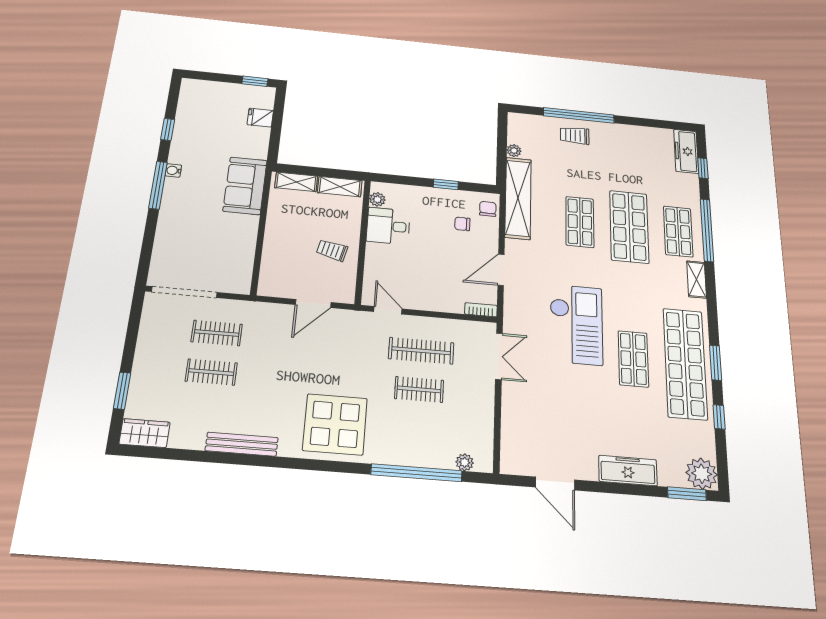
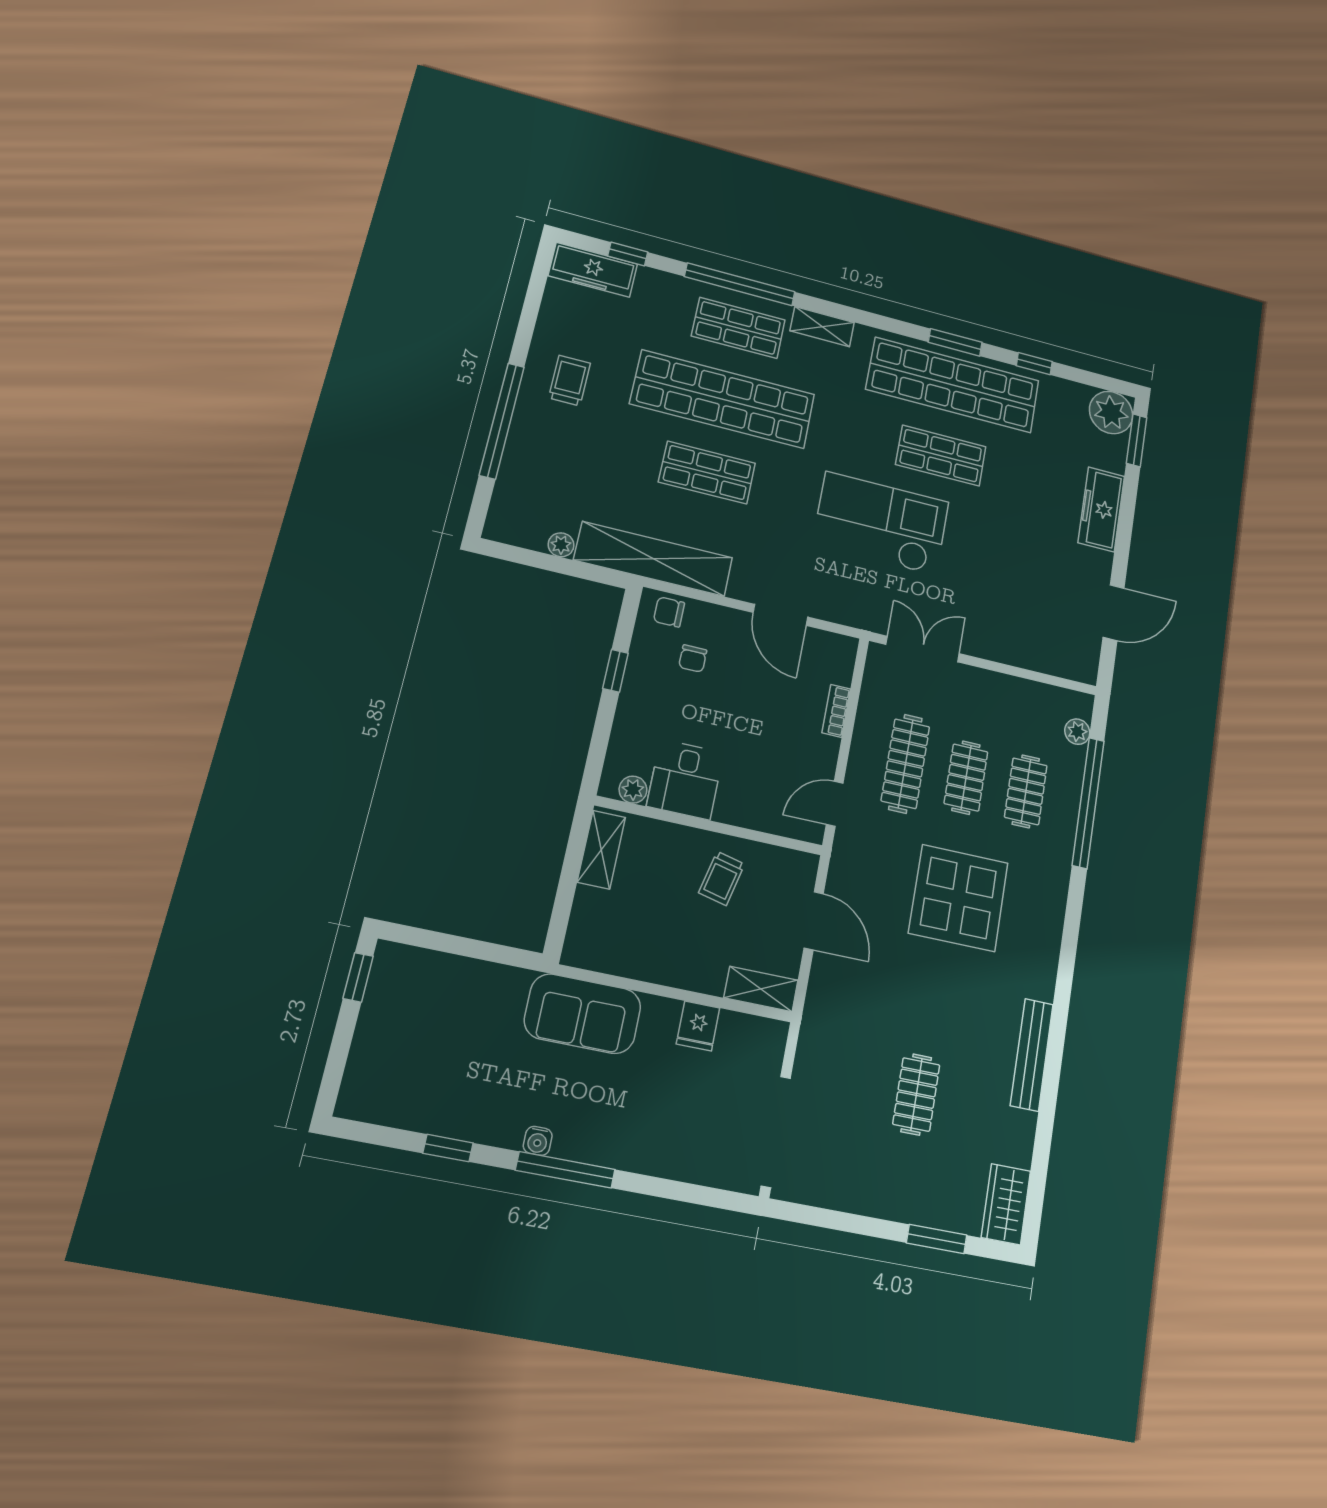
fridge: (260, 118) -> (698, 1026), moved
trolley: (575, 135) -> (569, 381), moved, turned 180
shelving: (296, 182) -> (761, 989), moved, turned 90
shop shelf: (629, 227) -> (723, 399), width x1.40
bookcase: (481, 310) -> (836, 711), moved
clothes rail: (217, 333) -> (1026, 791), moved
display table: (335, 424) -> (959, 898), moved

